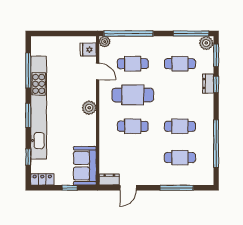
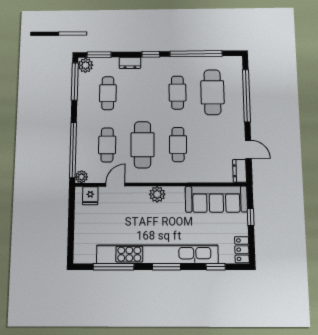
window: (216, 84) -> (151, 54), moved
cafe table: (180, 158) -> (212, 92), width x1.37, depth x1.35
sofa: (85, 166) -> (216, 199), width x1.36
window: (177, 188) -> (246, 96), width x1.46

